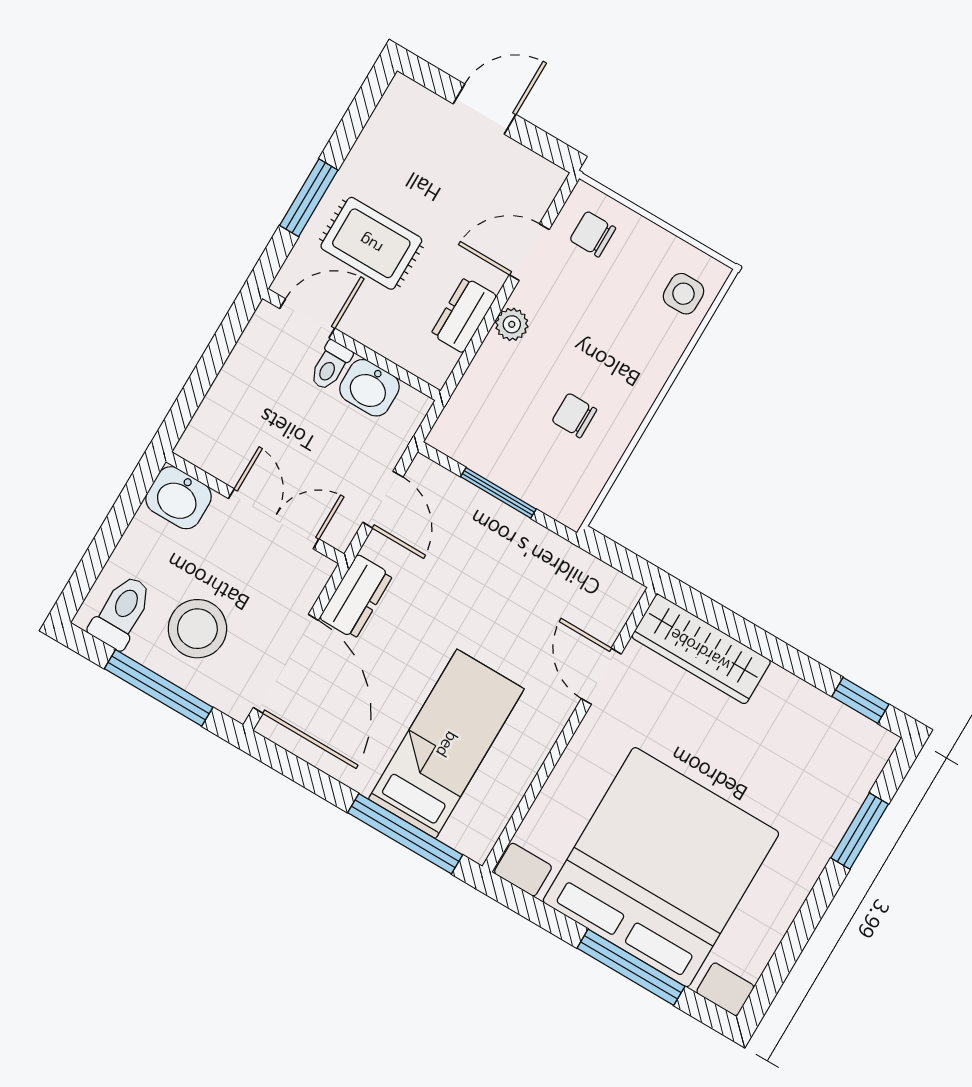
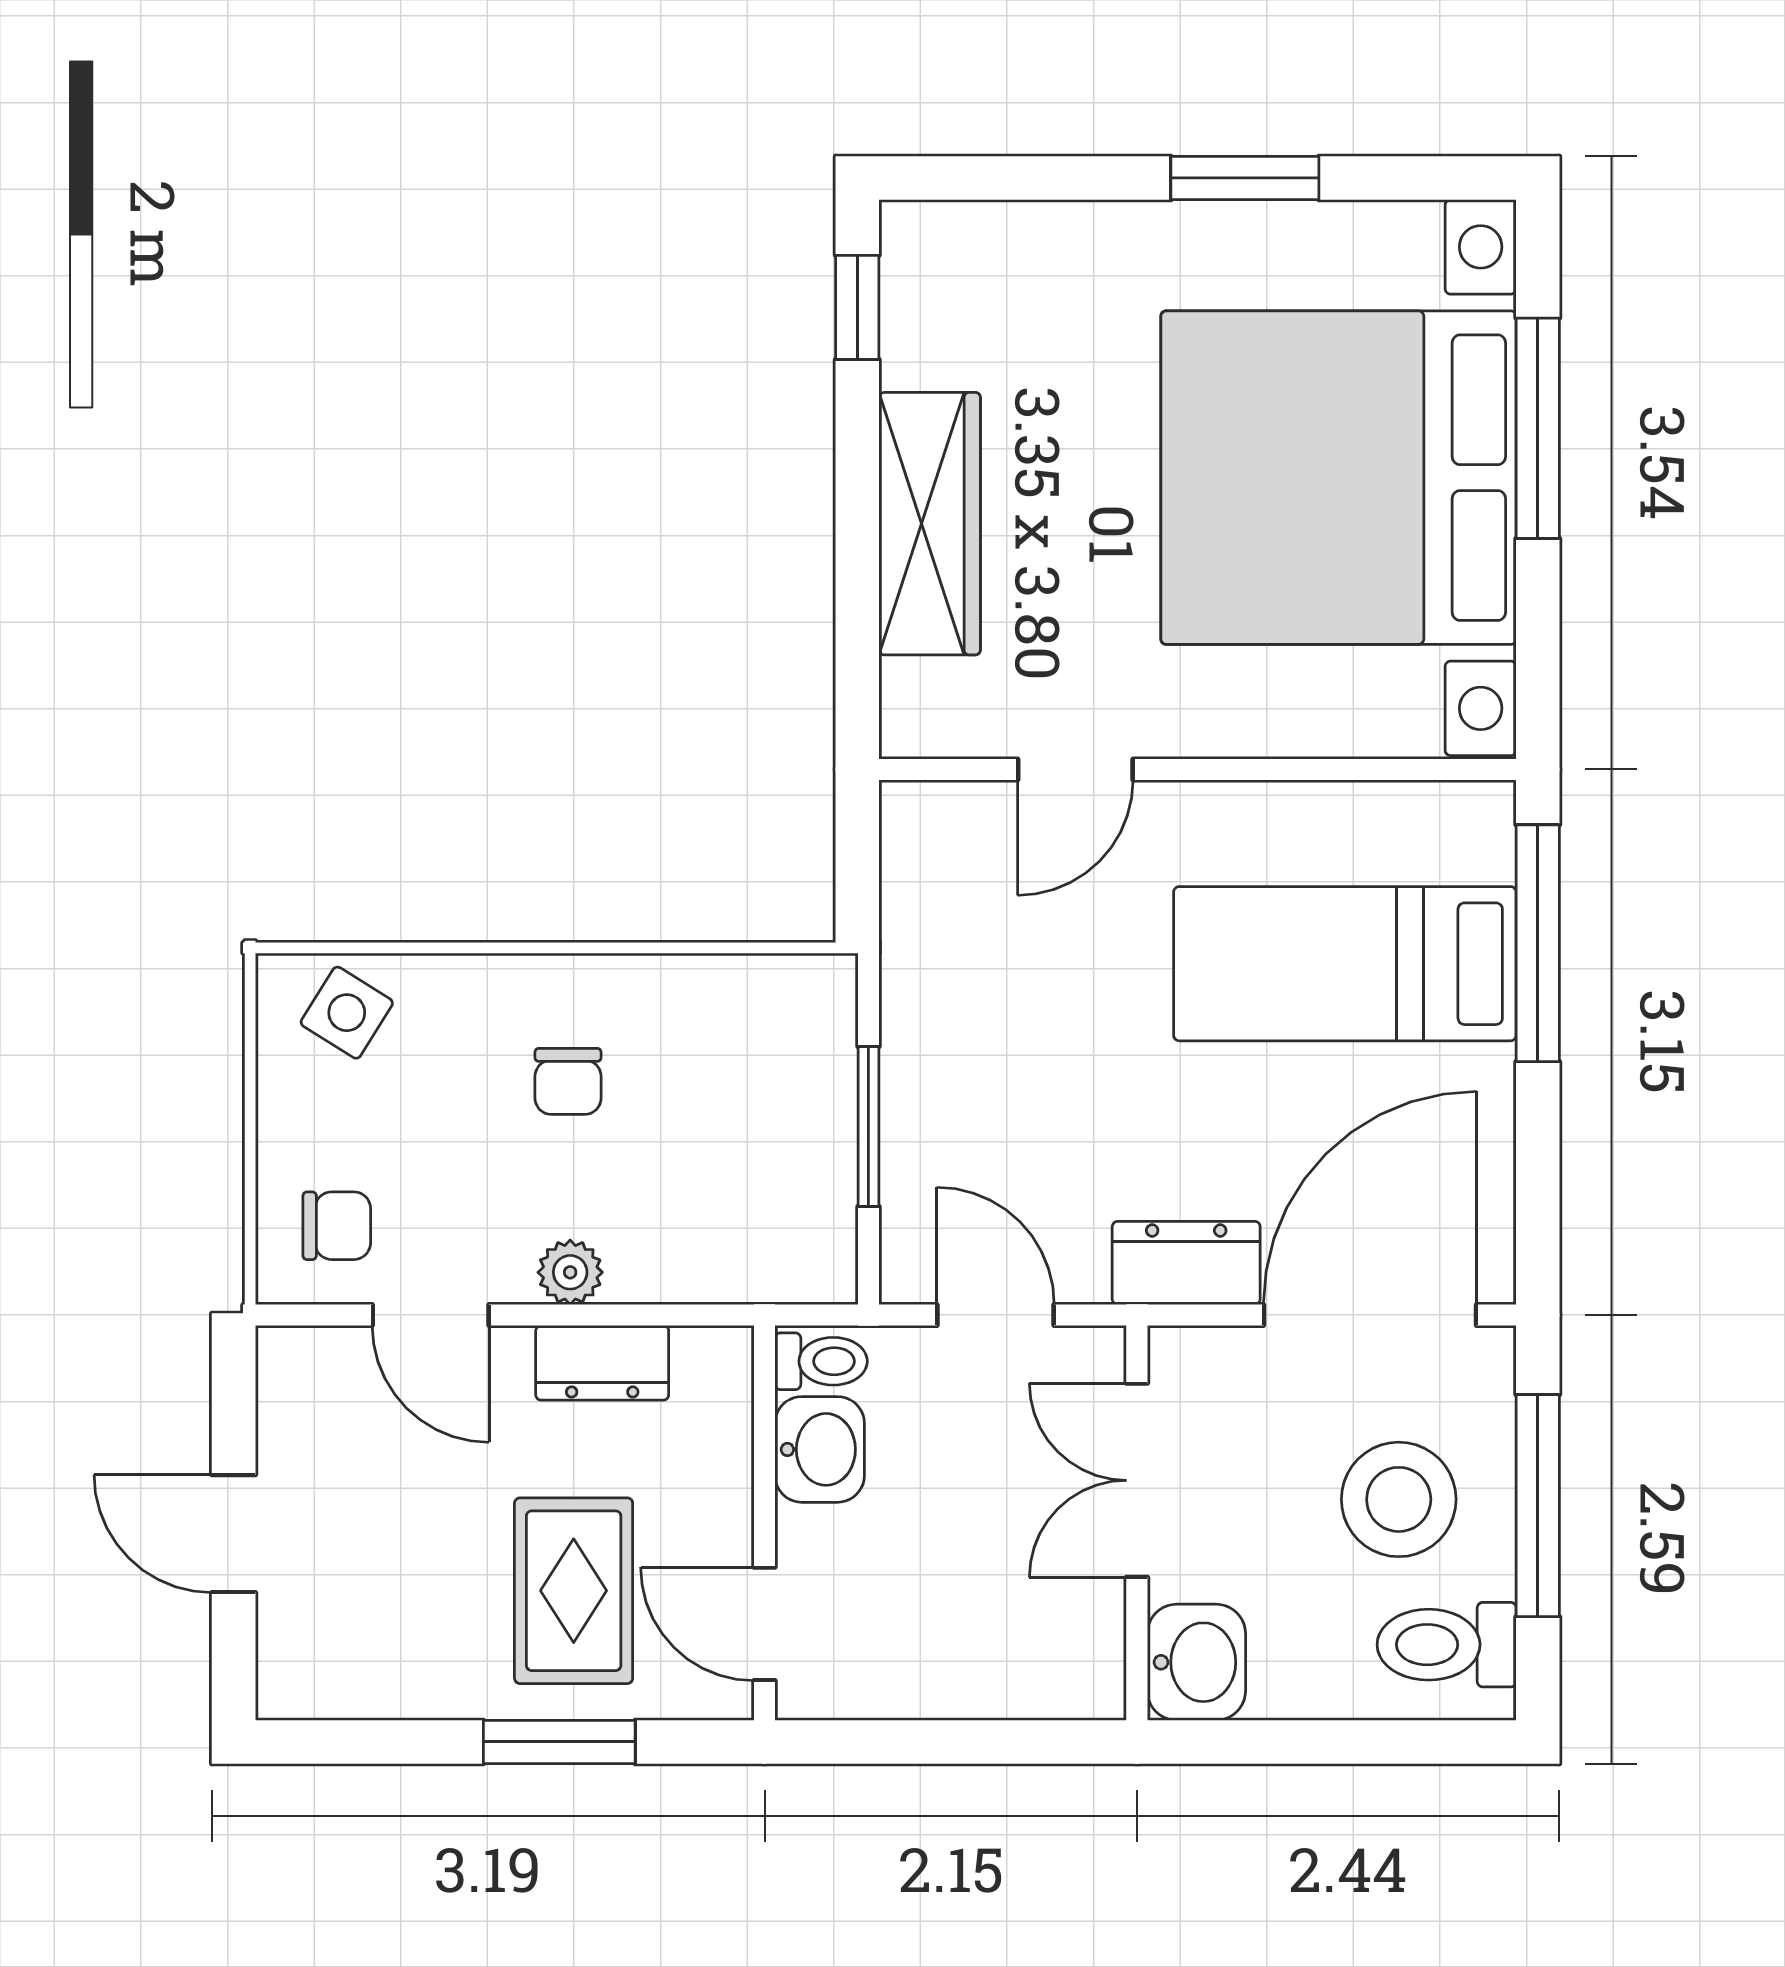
chair: (593, 234) -> (337, 1226), turned -90
side table: (684, 294) -> (347, 1013), turned 32
toilet: (330, 366) -> (821, 1361), moved
chair: (574, 415) -> (568, 1081), moved
door: (383, 500) -> (996, 1315), hinge flipped
wardrobe: (701, 649) -> (930, 524), moved
window: (860, 831) -> (1245, 178), moved

